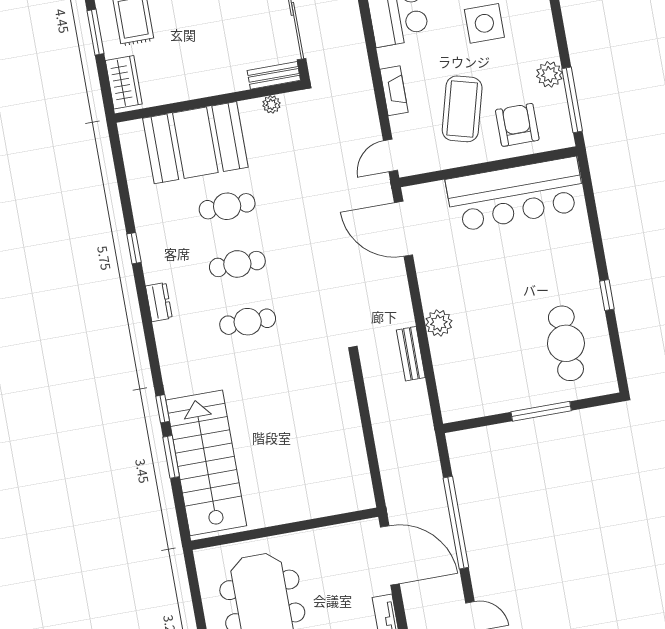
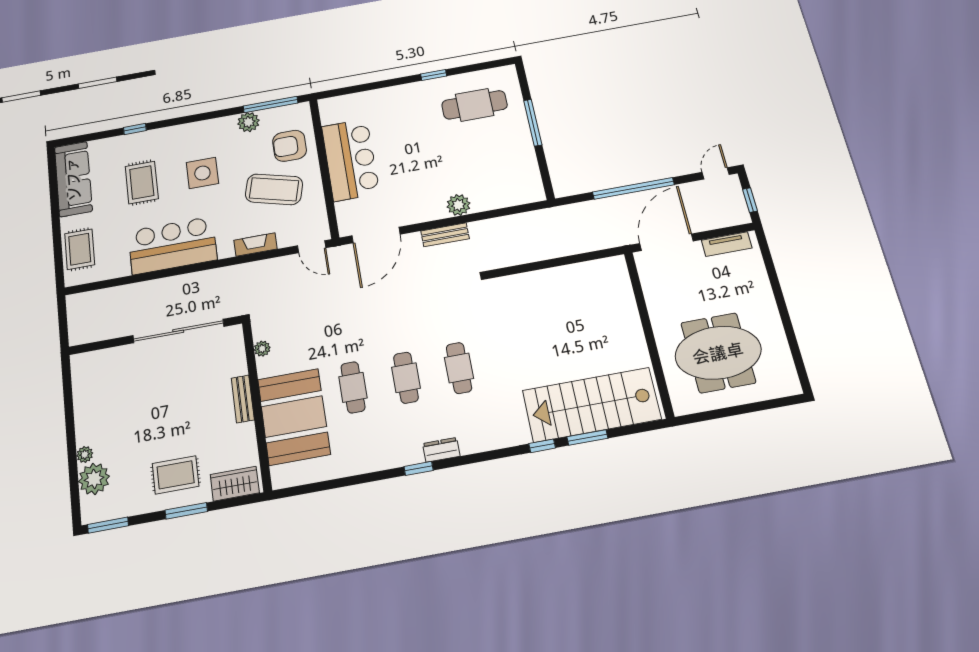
bench: (274, 75) -> (243, 399), moved
bar counter: (515, 194) -> (350, 160), width x0.73
window: (134, 248) -> (419, 468), moved
bench: (411, 354) -> (445, 235), moved

